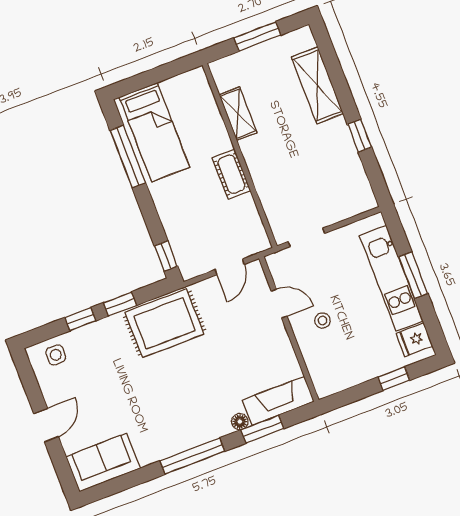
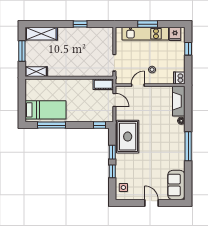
shelving: (317, 85) -> (41, 34), moved
shelving: (238, 114) -> (36, 72), moved
cot: (231, 174) -> (103, 84), moved
dishwasher: (327, 383) -> (179, 78), added
window: (262, 429) -> (188, 112), removed

